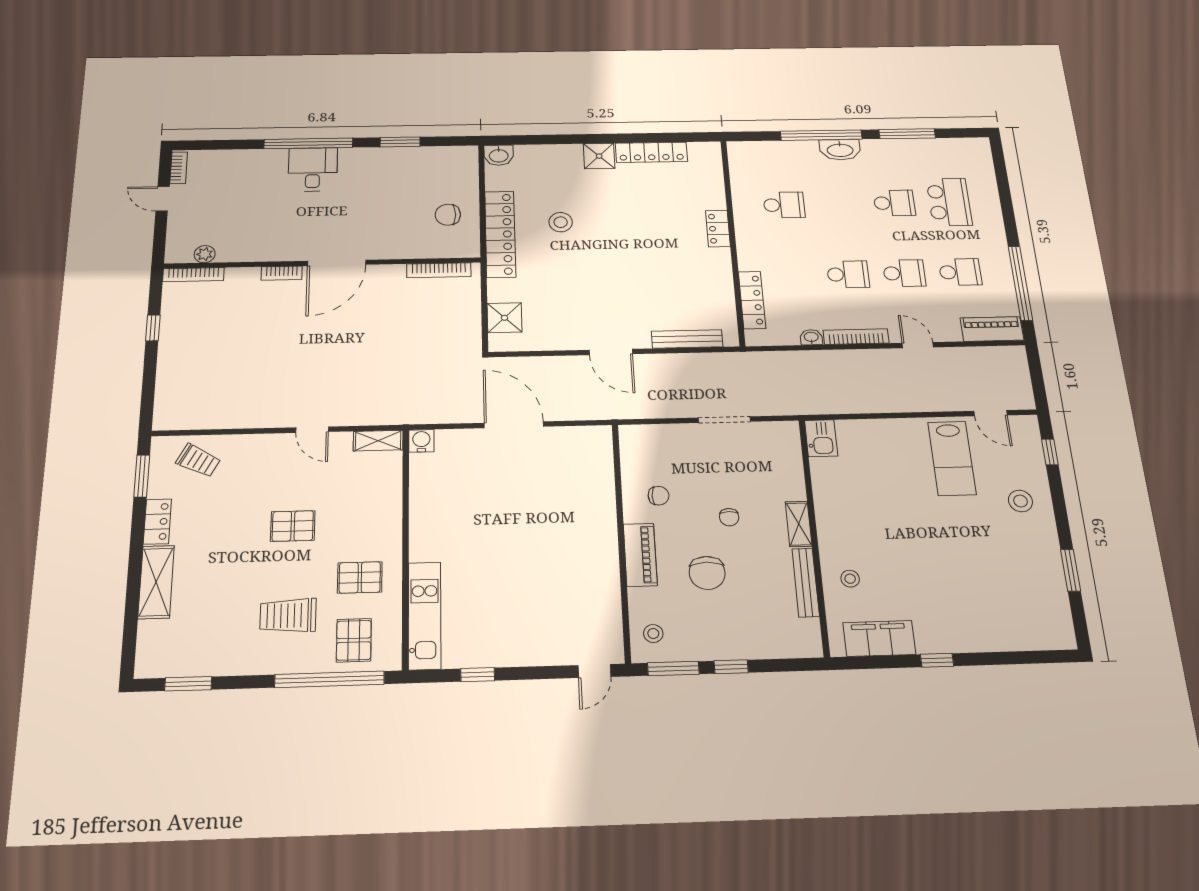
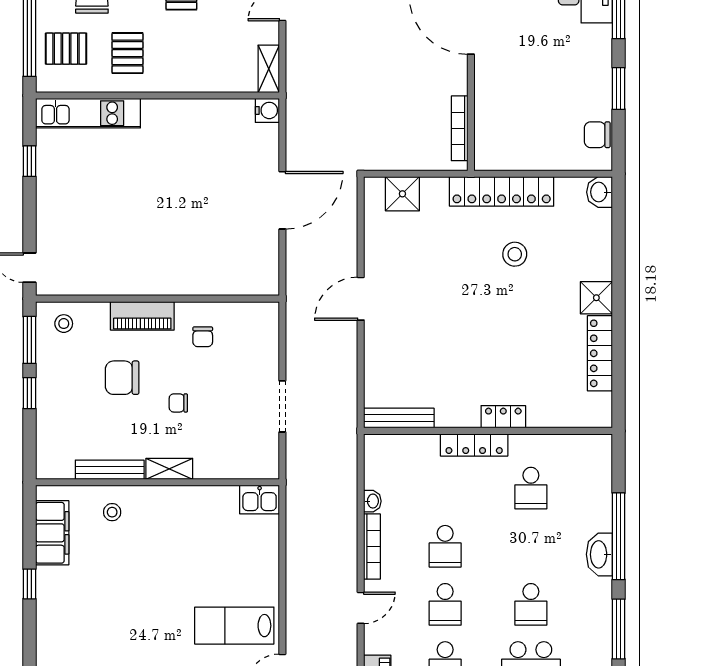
chair: (448, 215) -> (597, 135), moved, turned -90
locker: (752, 300) -> (474, 445), moved
bench: (687, 339) -> (399, 418), moved, turned 90

